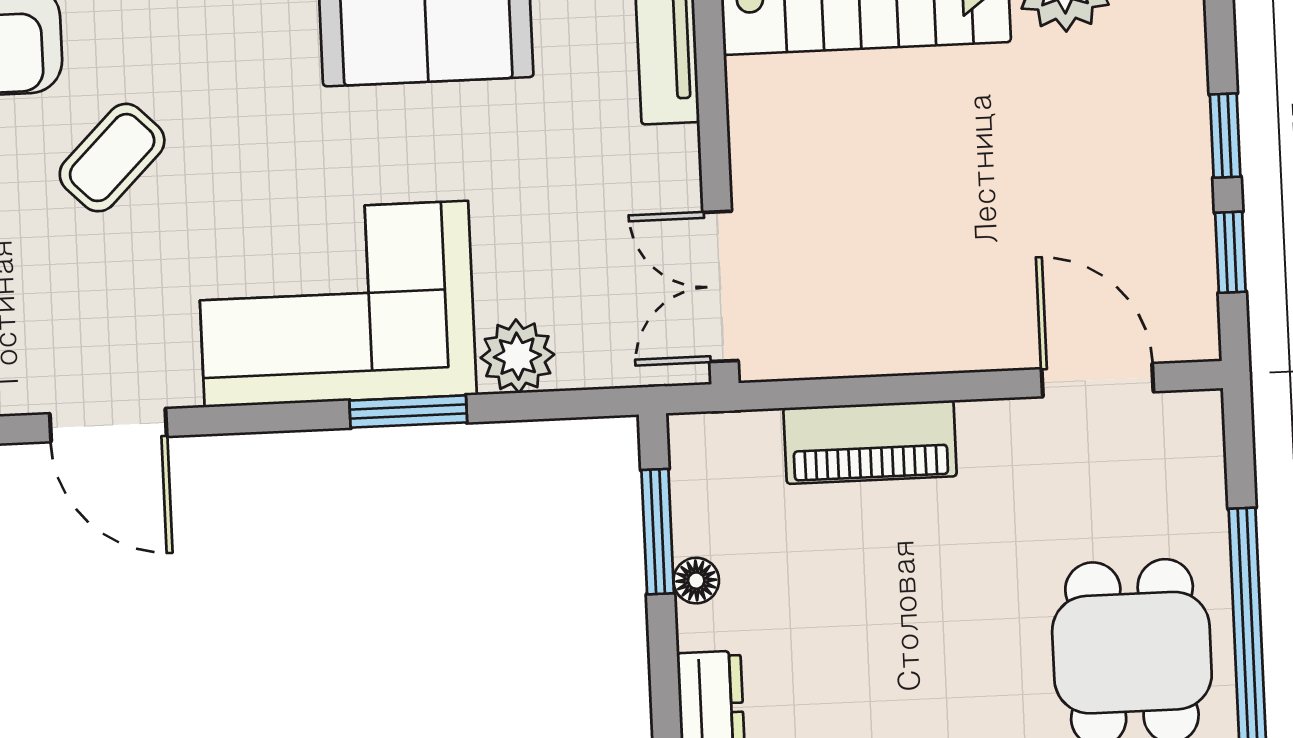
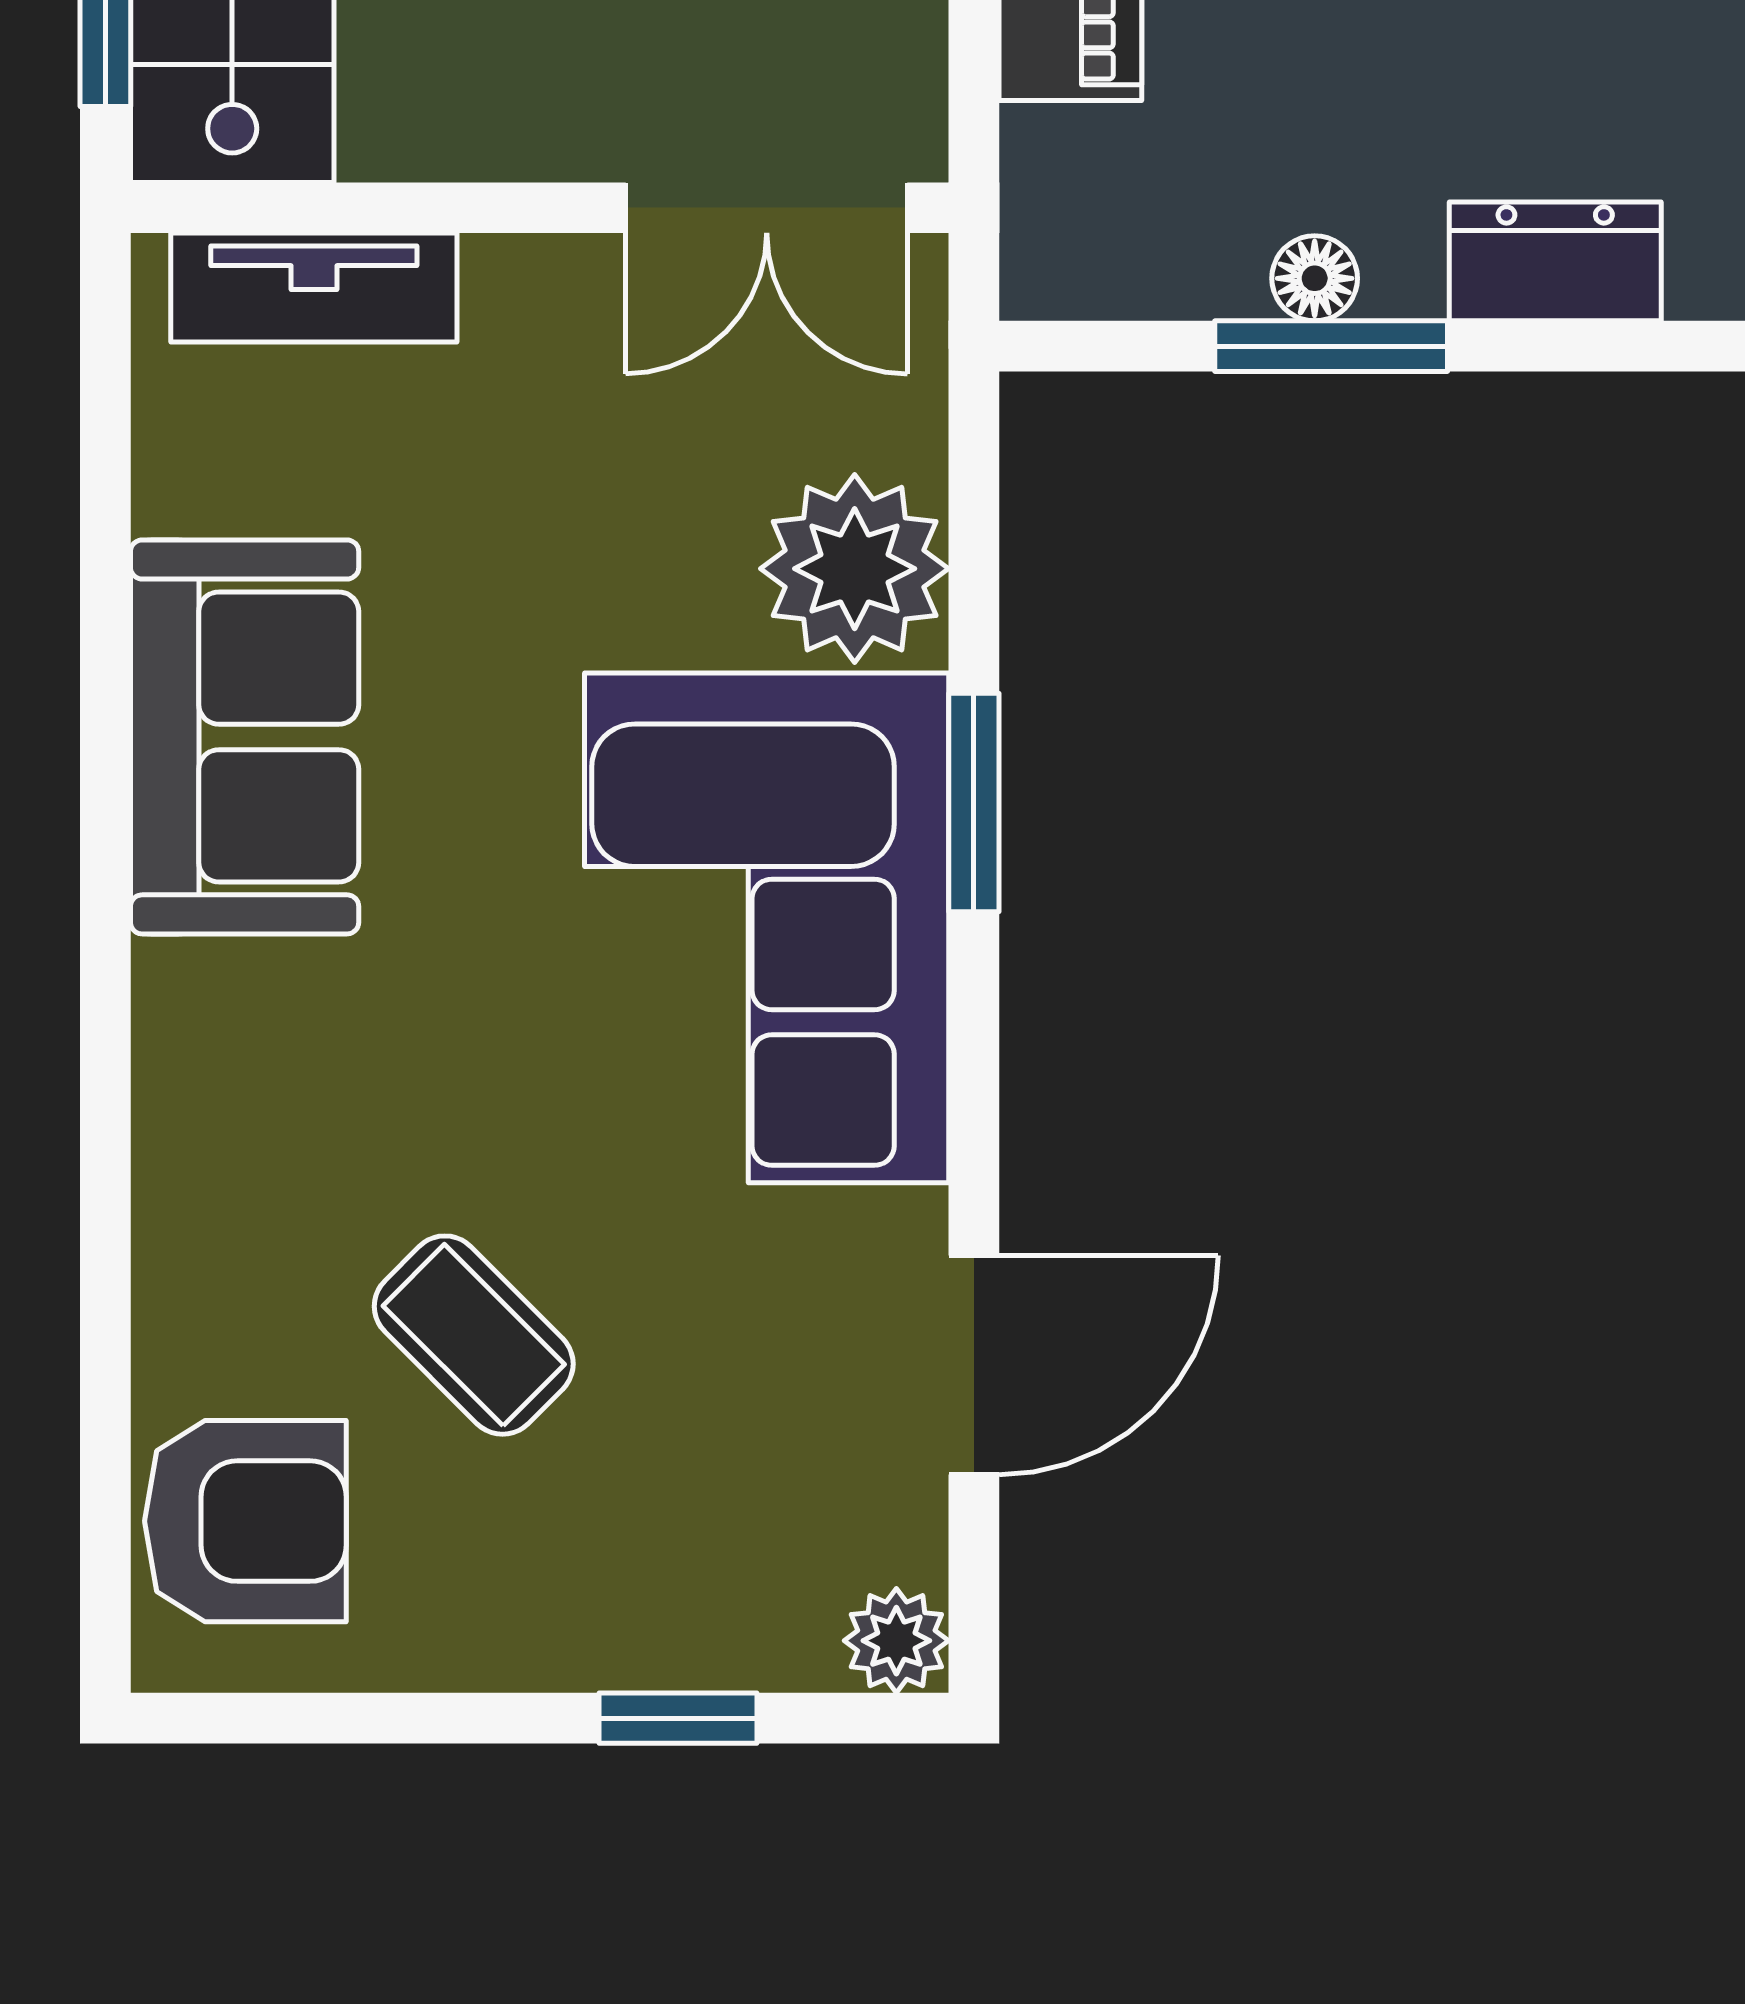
plant: (517, 356) -> (855, 569), width x1.36, depth x1.36
window: (658, 532) -> (1331, 346), moved

